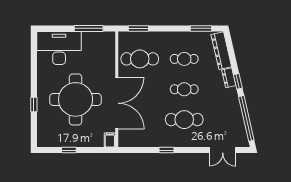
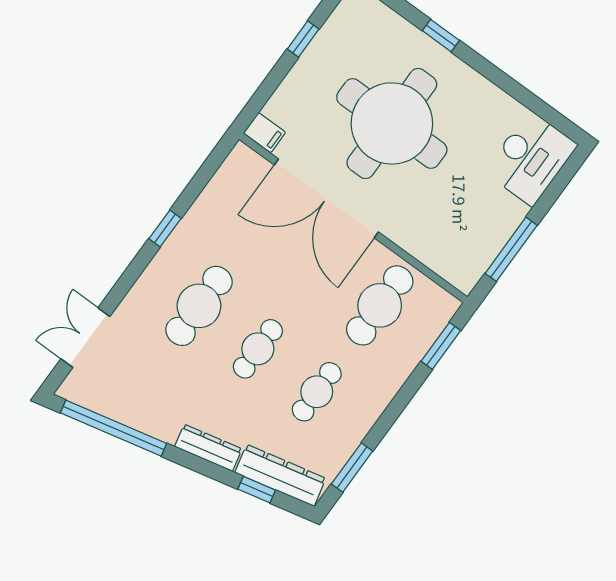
desk: (59, 48) -> (531, 158), width x0.73, depth x0.77
dresser: (229, 78) -> (208, 448), width x1.44
window: (238, 81) -> (257, 490), moved

